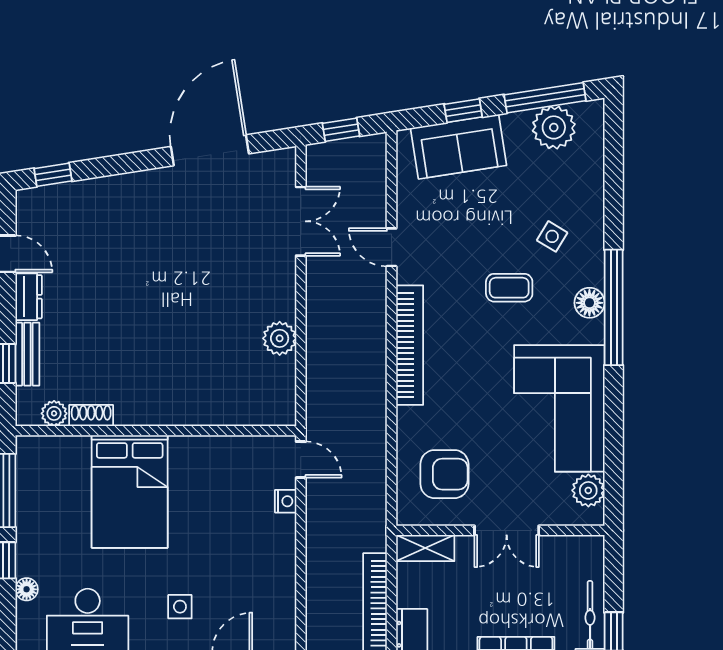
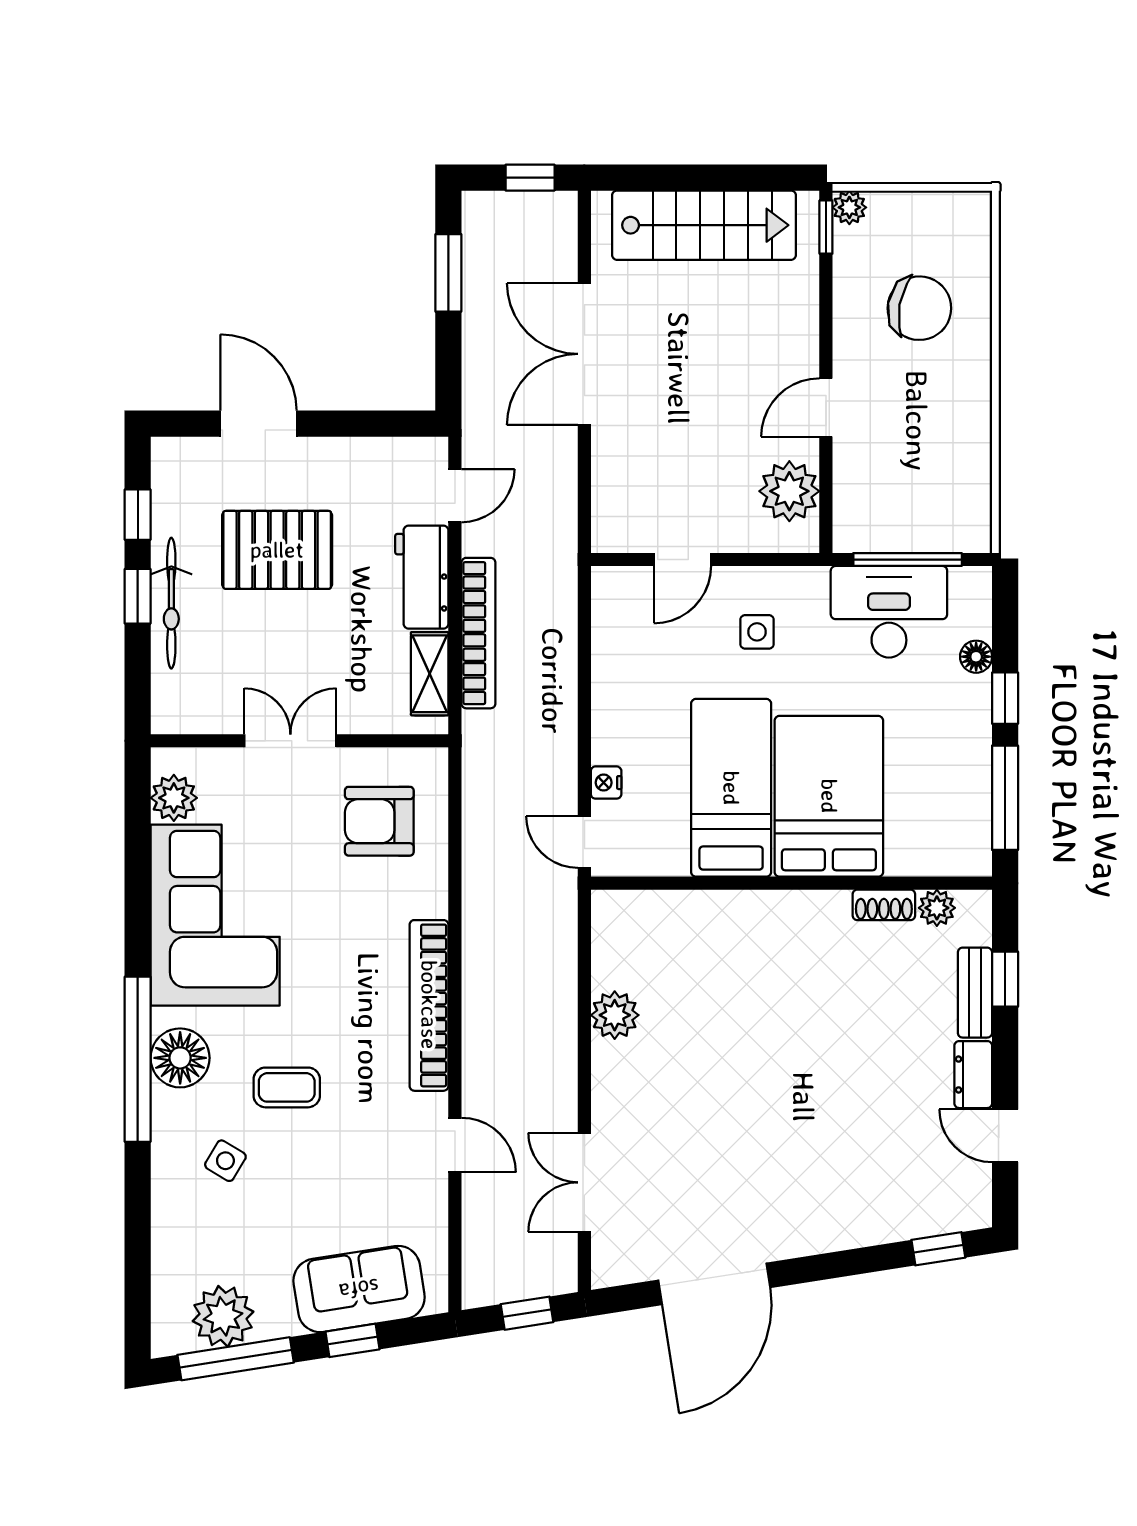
floor lamp: (589, 303) -> (180, 1058), width x1.38, depth x1.38
bed: (198, 498) -> (731, 788), added
shelving: (425, 548) -> (430, 674), moved, turned 90

